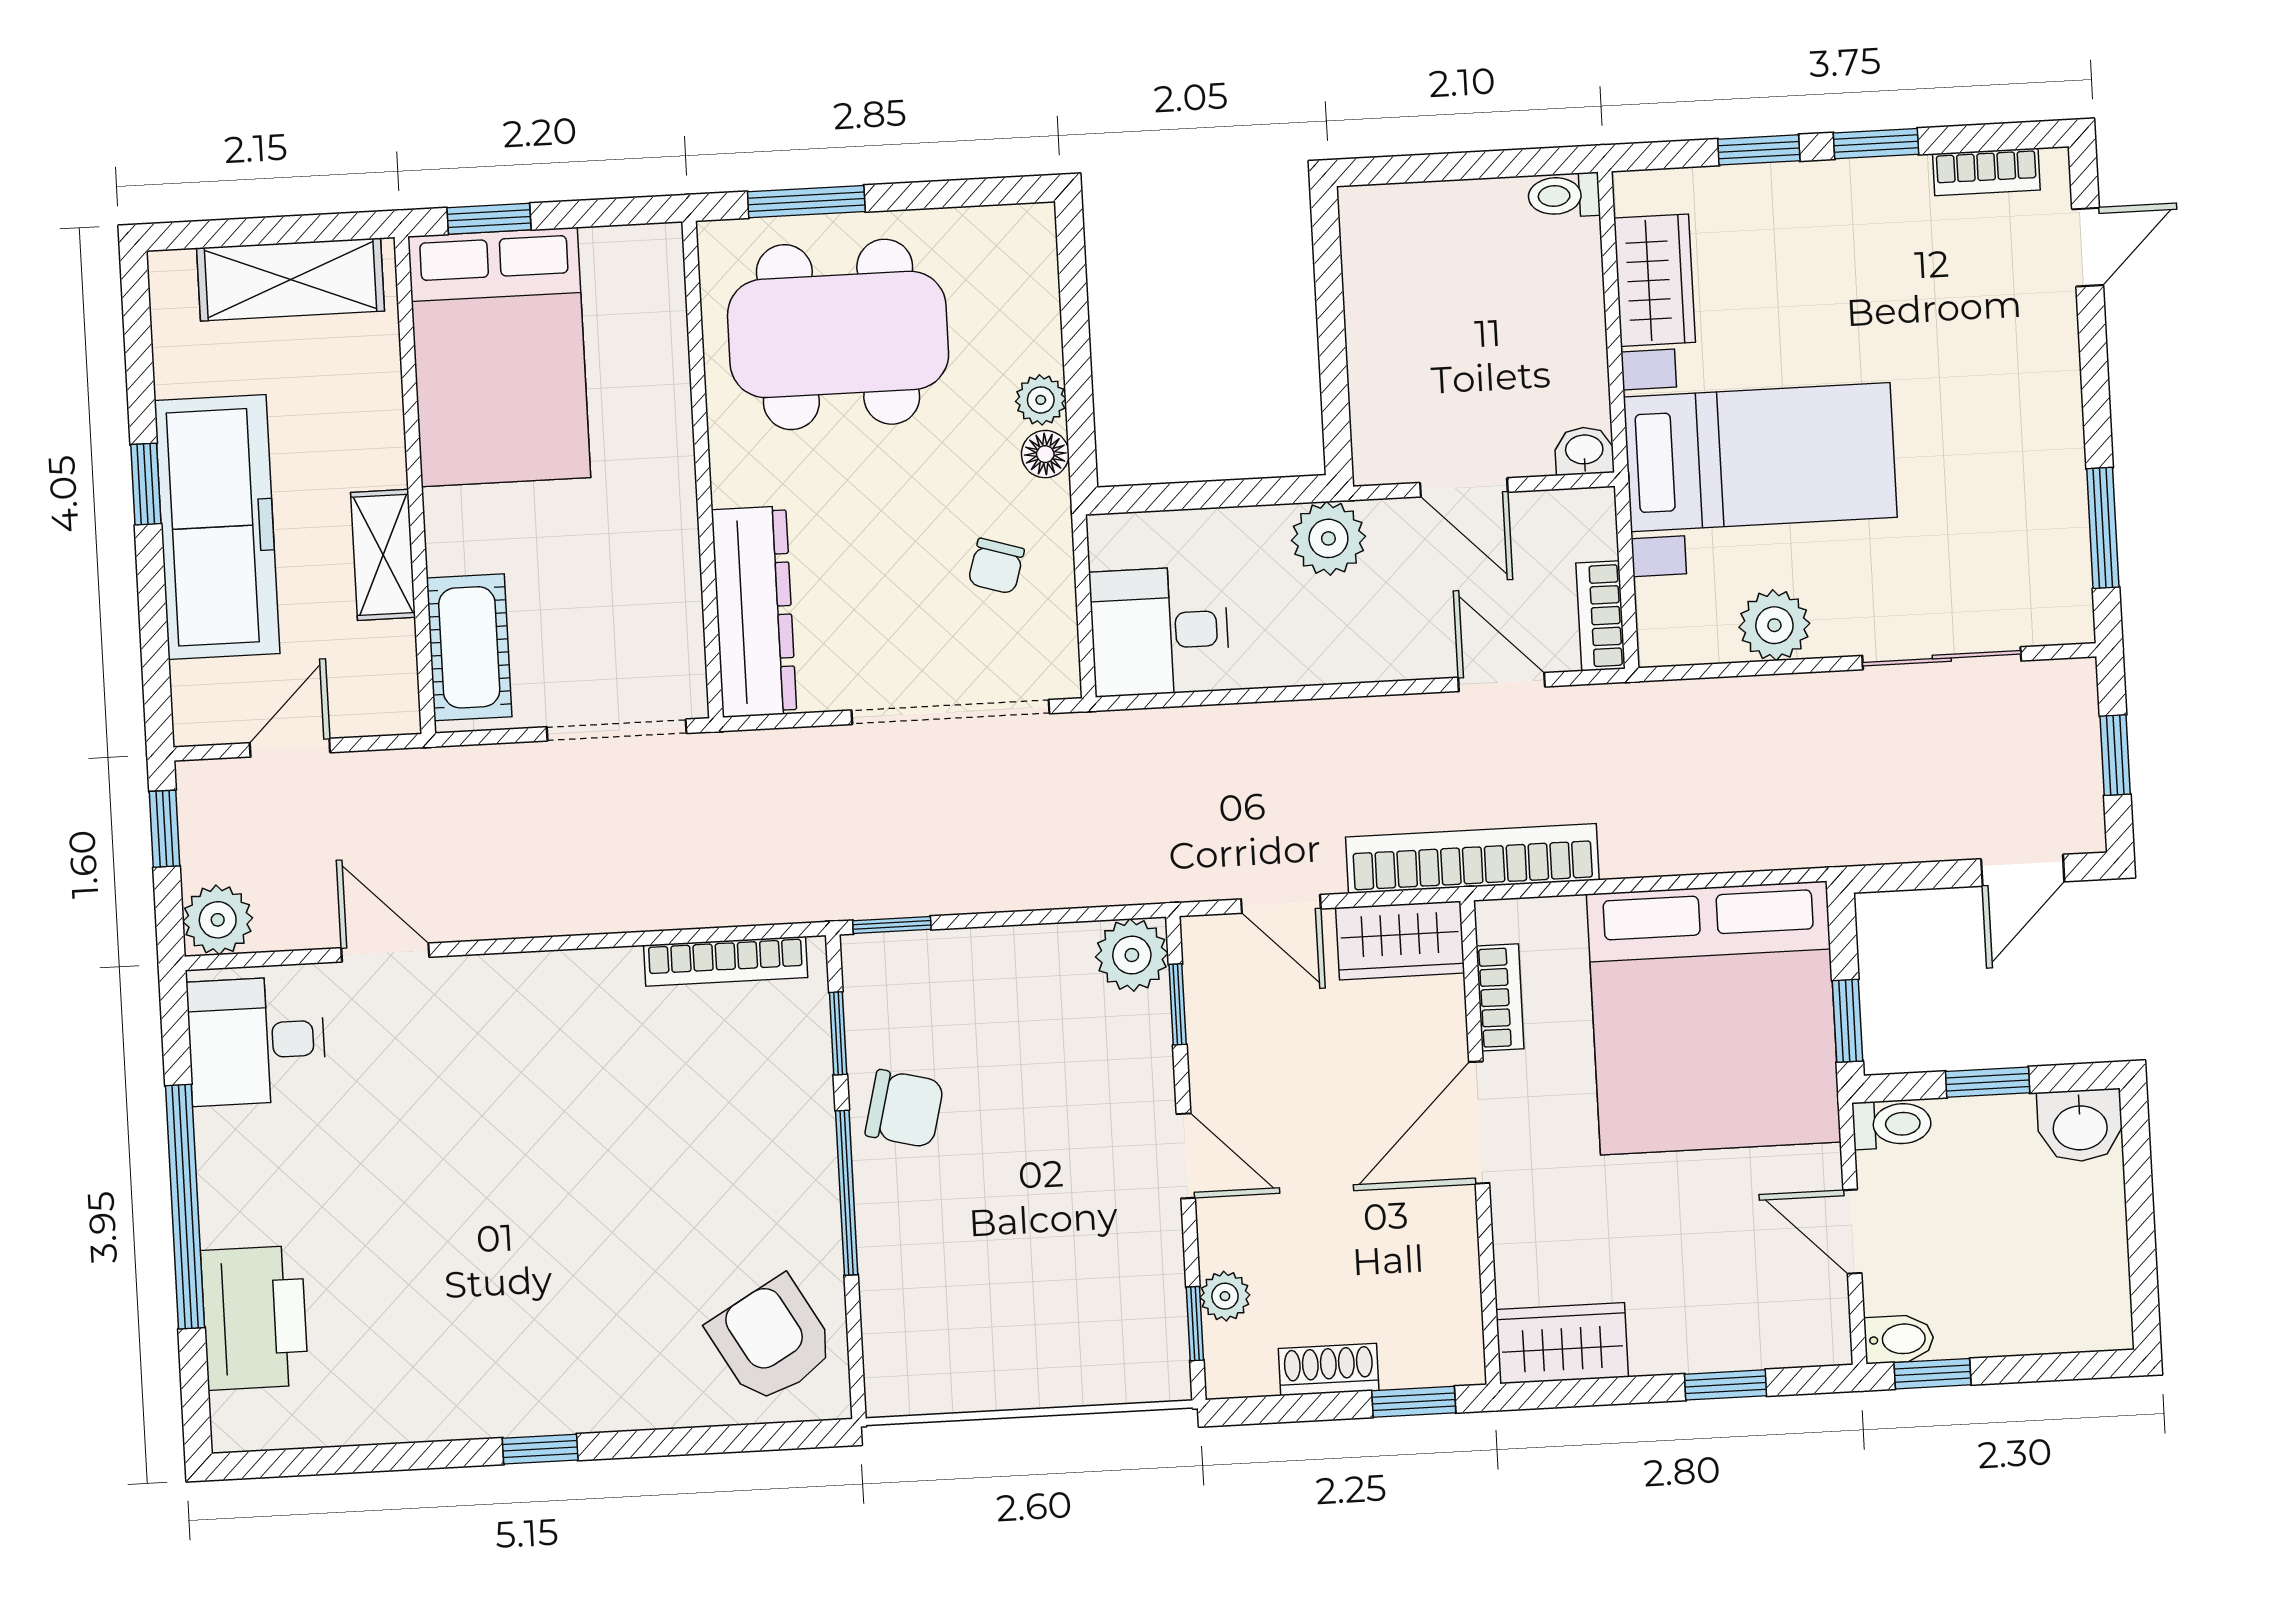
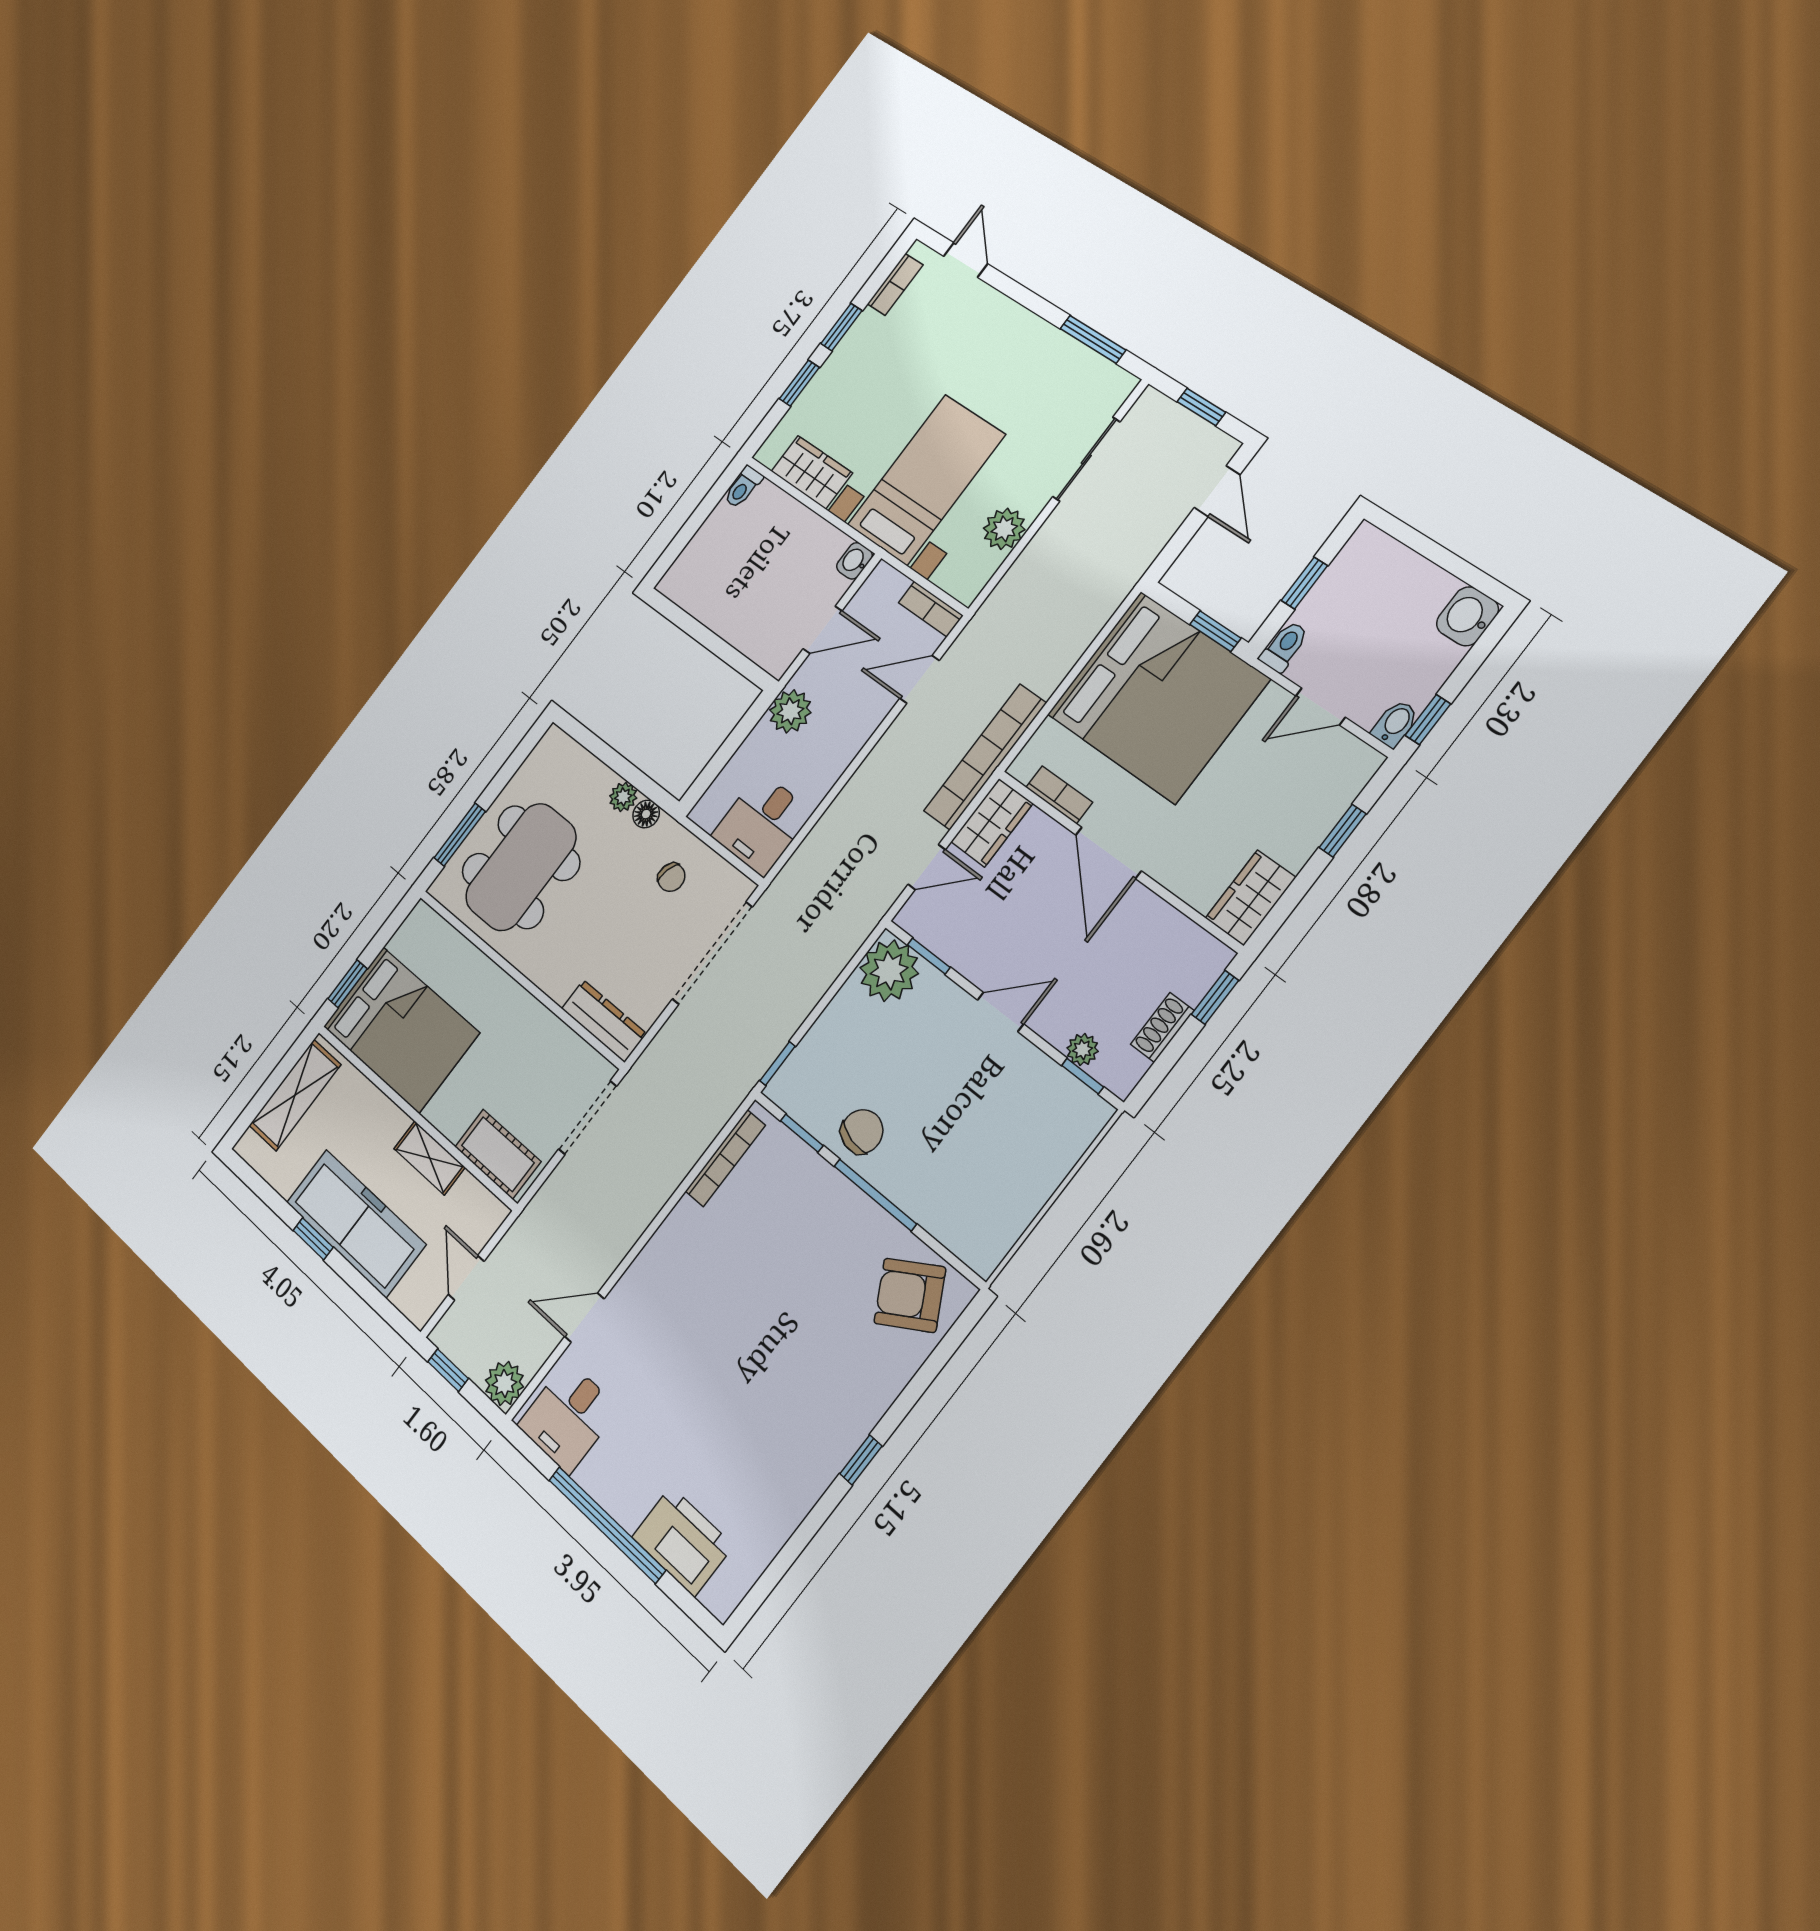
dresser: (754, 612) -> (604, 1021), width x0.73, depth x0.80
plant: (1132, 955) -> (889, 971), width x1.36, depth x1.36
washbasin: (2080, 1126) -> (1467, 616), moved, turned 180

